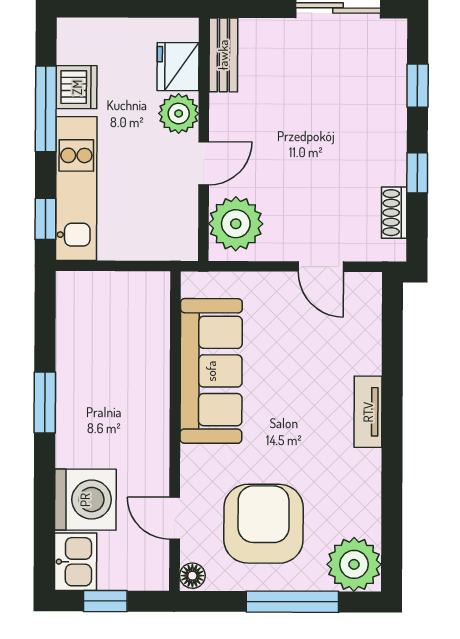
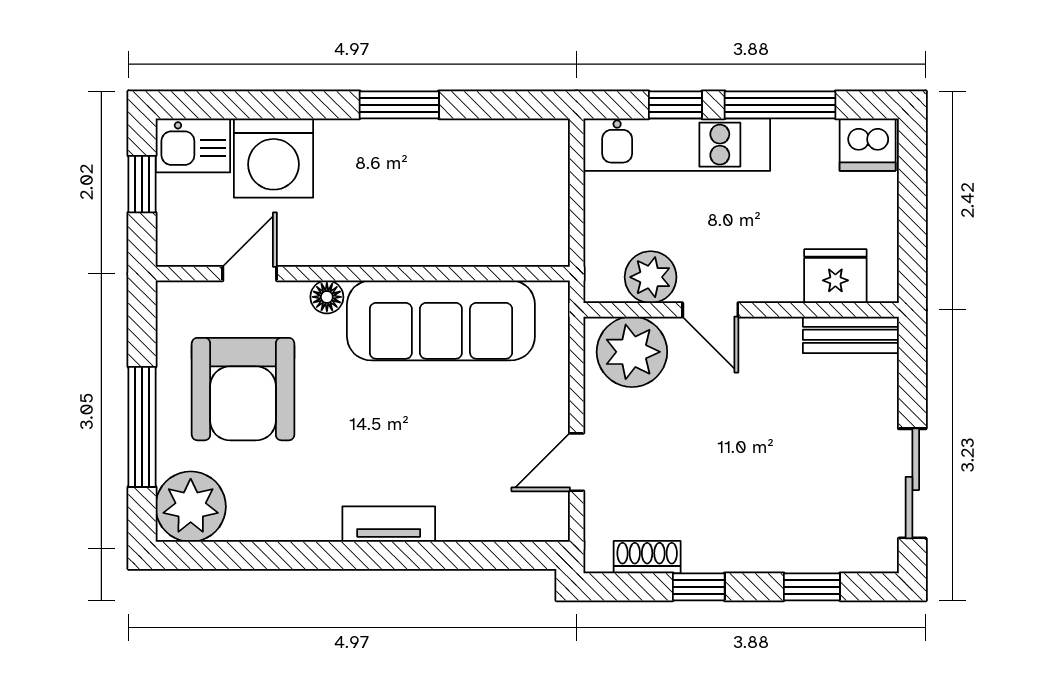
dishwasher: (77, 87) -> (868, 145), moved
plant: (179, 114) -> (651, 277), moved
window: (45, 219) -> (675, 105), moved
armchair: (264, 524) -> (243, 389), turned 90
floor lamp: (192, 576) -> (327, 297), moved

